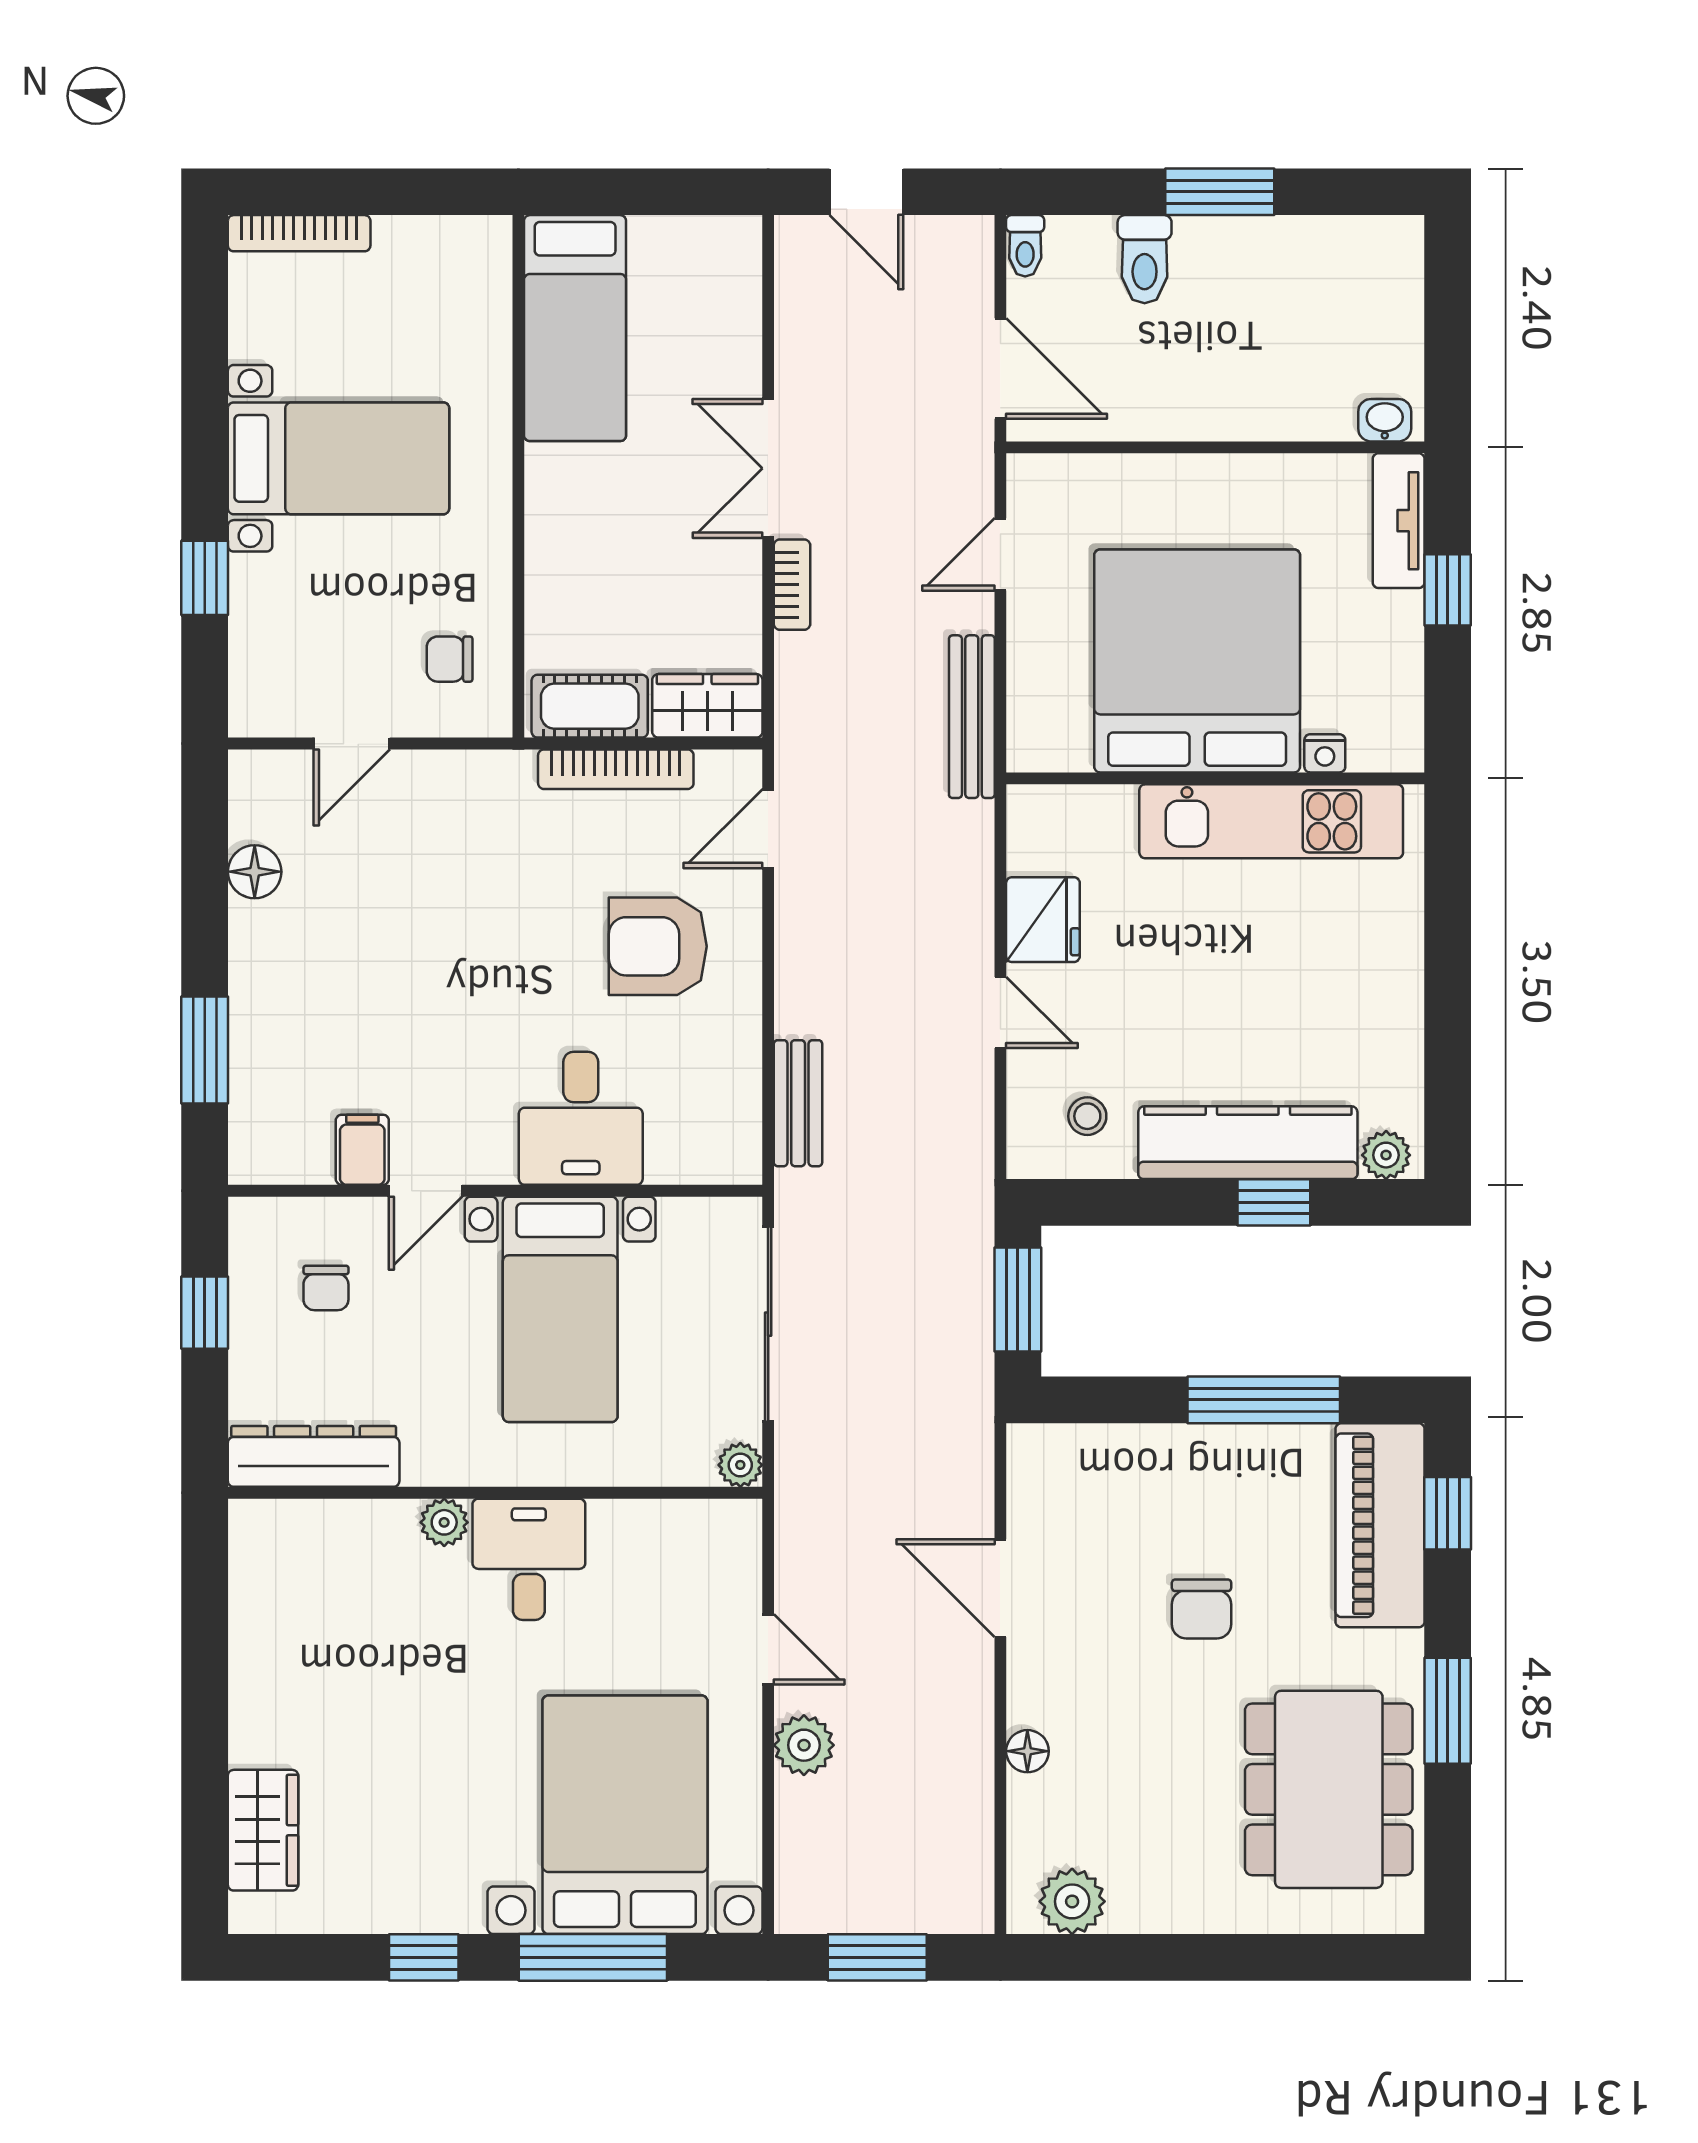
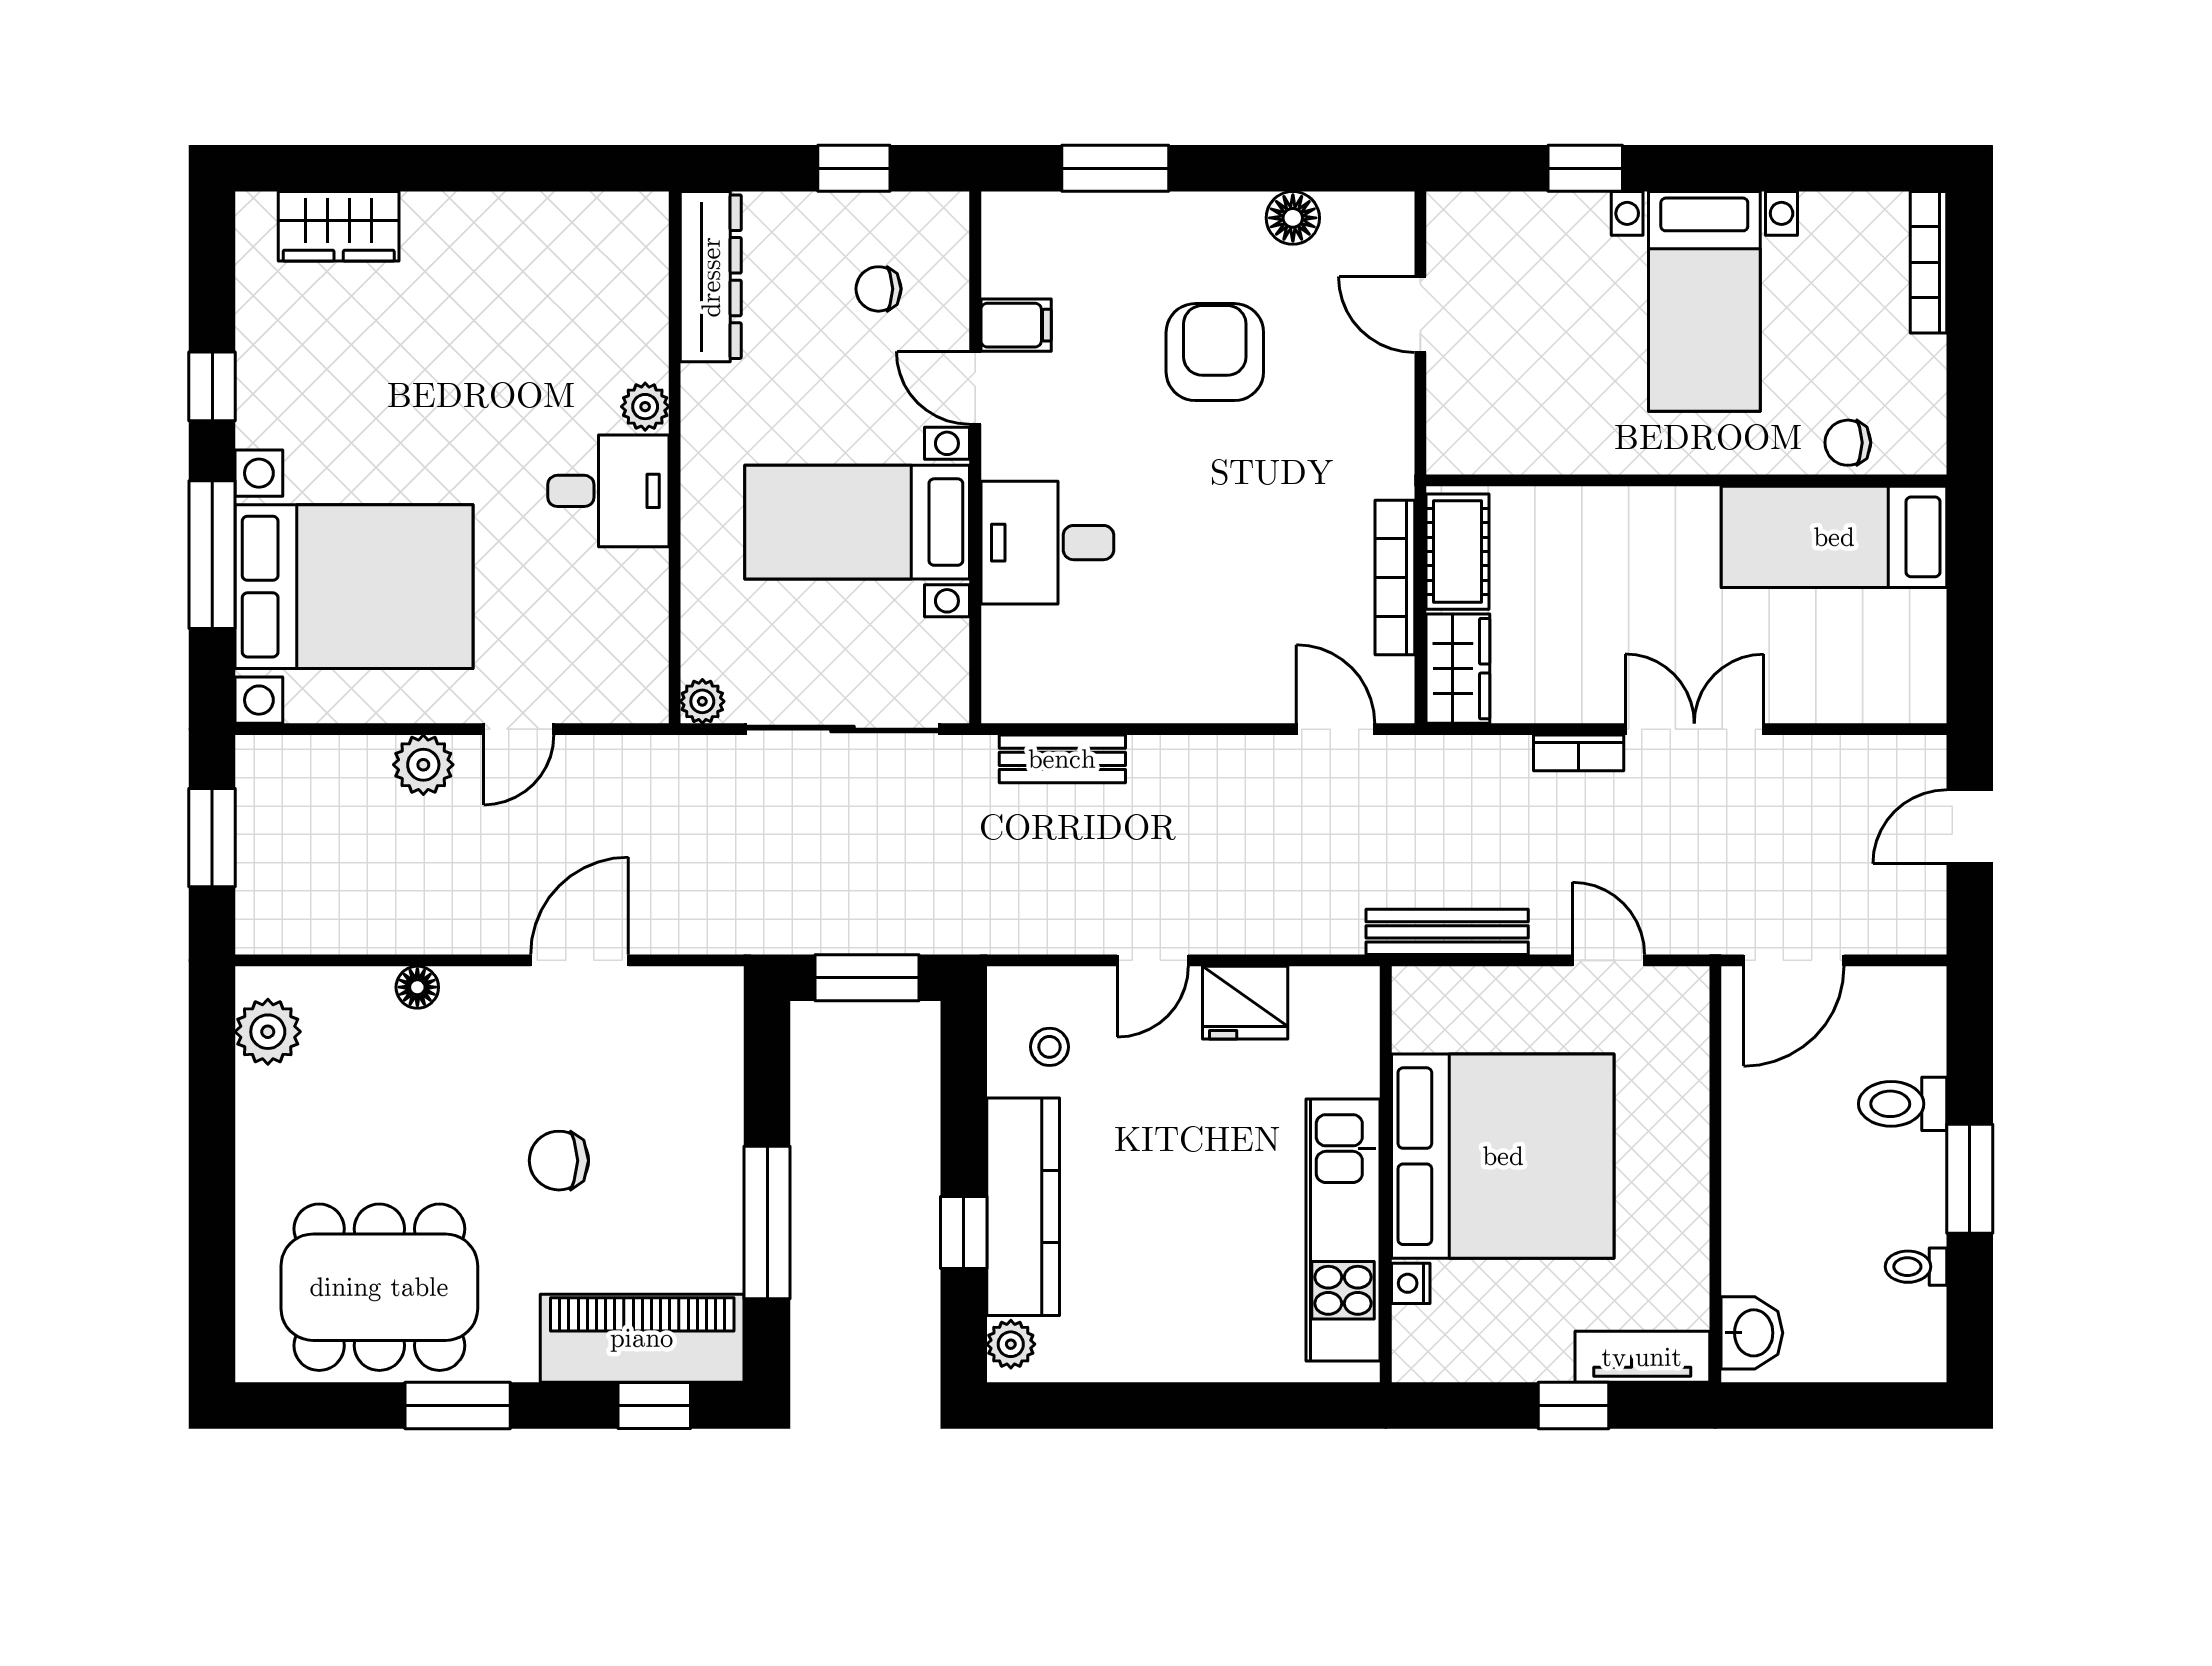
toilet: (1025, 246) -> (1916, 1267), moved
washbasin: (1385, 420) -> (1752, 1333), width x1.38, depth x1.45
chair: (450, 659) -> (1848, 443), moved, turned -90
armchair: (658, 946) -> (1215, 352), moved

